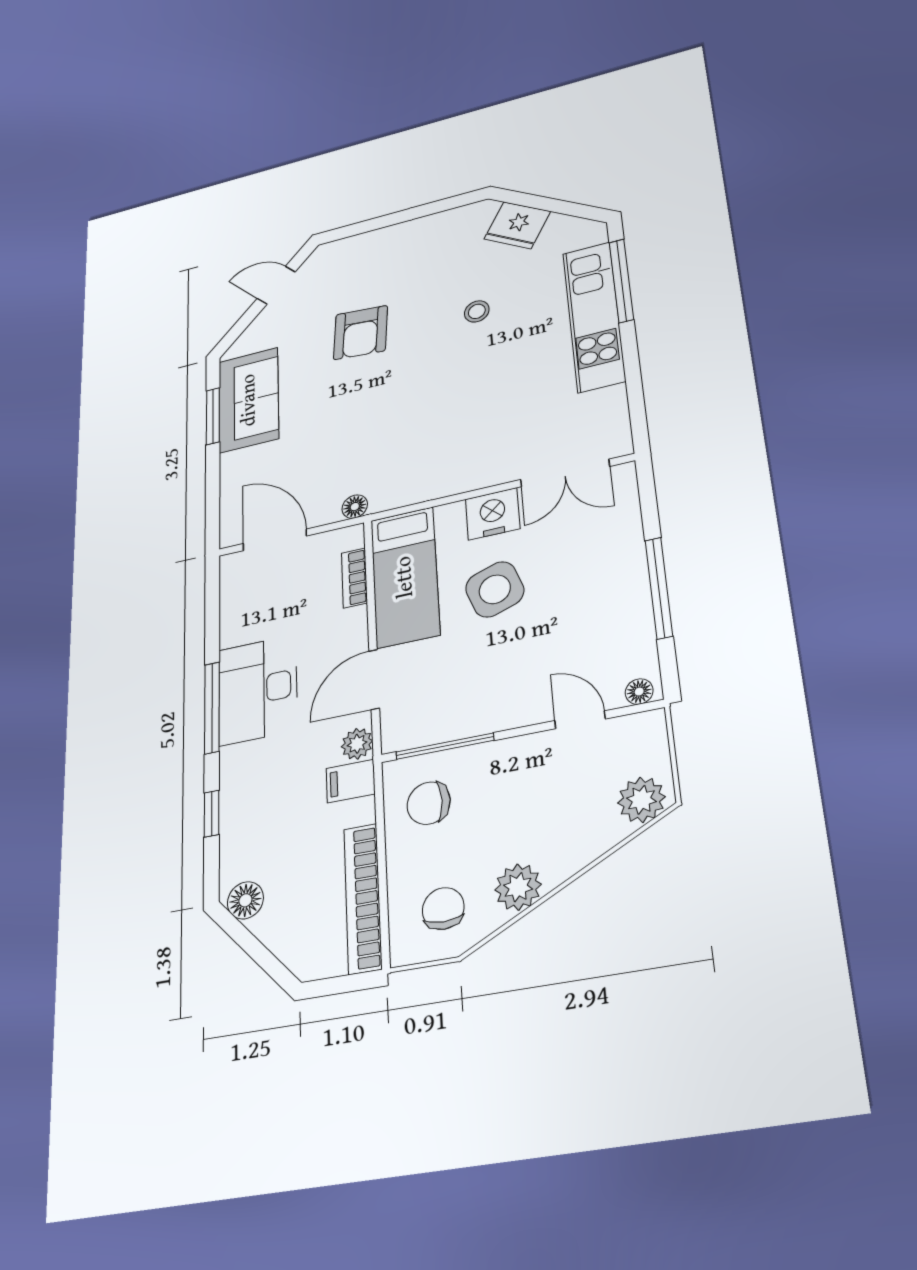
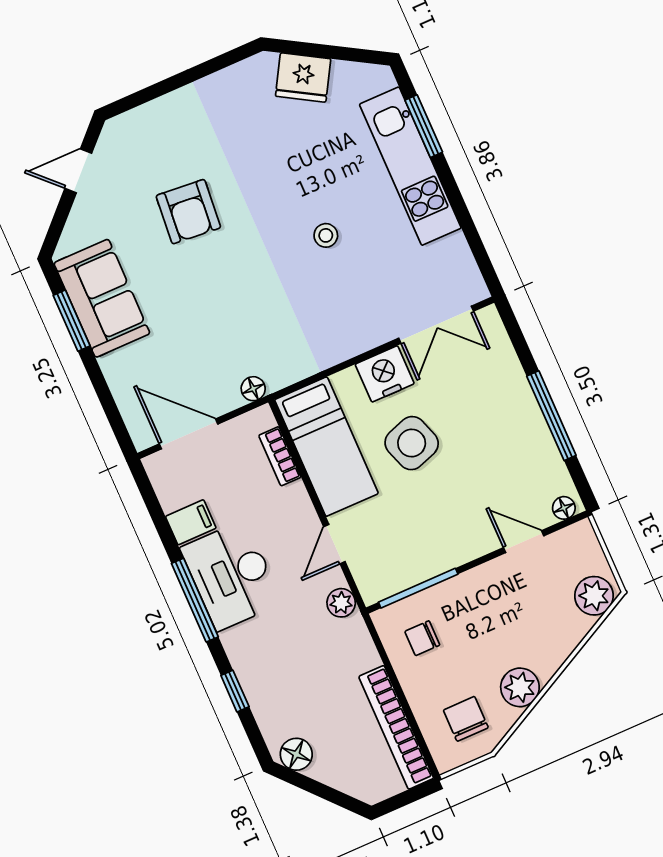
window: (621, 281) -> (424, 126), width x0.69
stool: (477, 311) -> (326, 235), moved
door: (374, 679) -> (334, 544), width x0.73
filing cabinet: (351, 781) -> (191, 522), moved, turned 180
chair: (429, 803) -> (422, 638), width x0.73, depth x0.73

